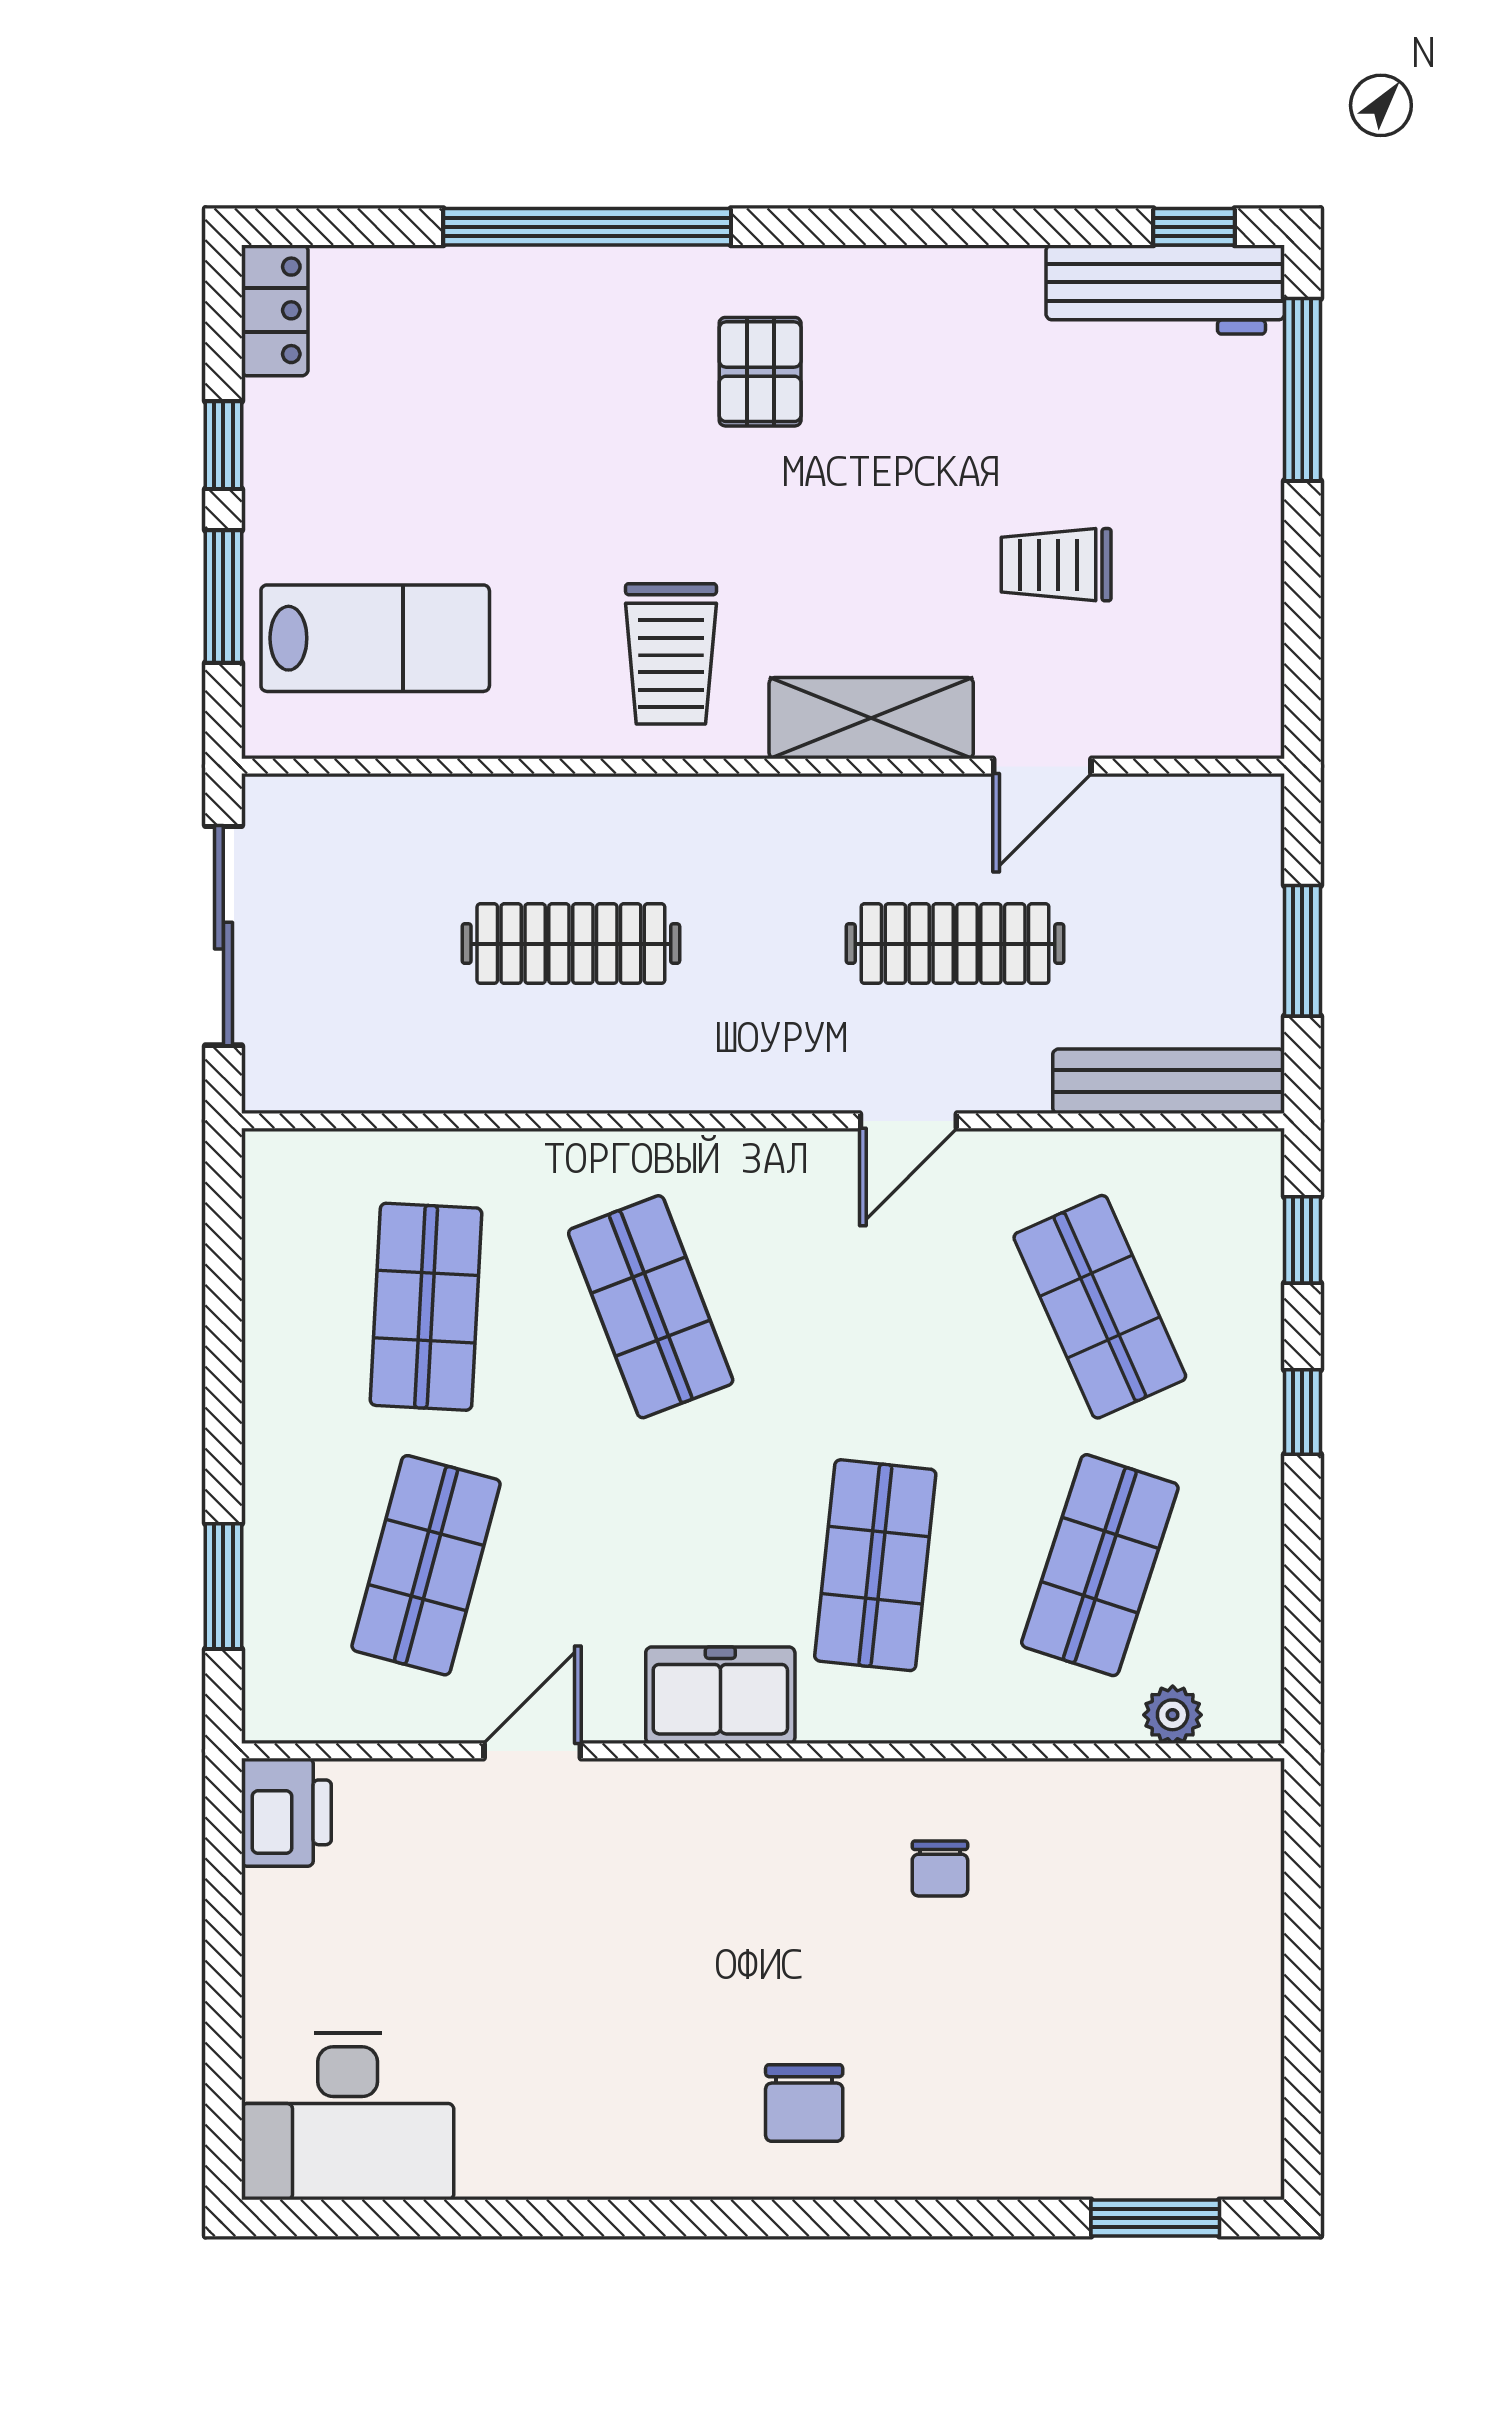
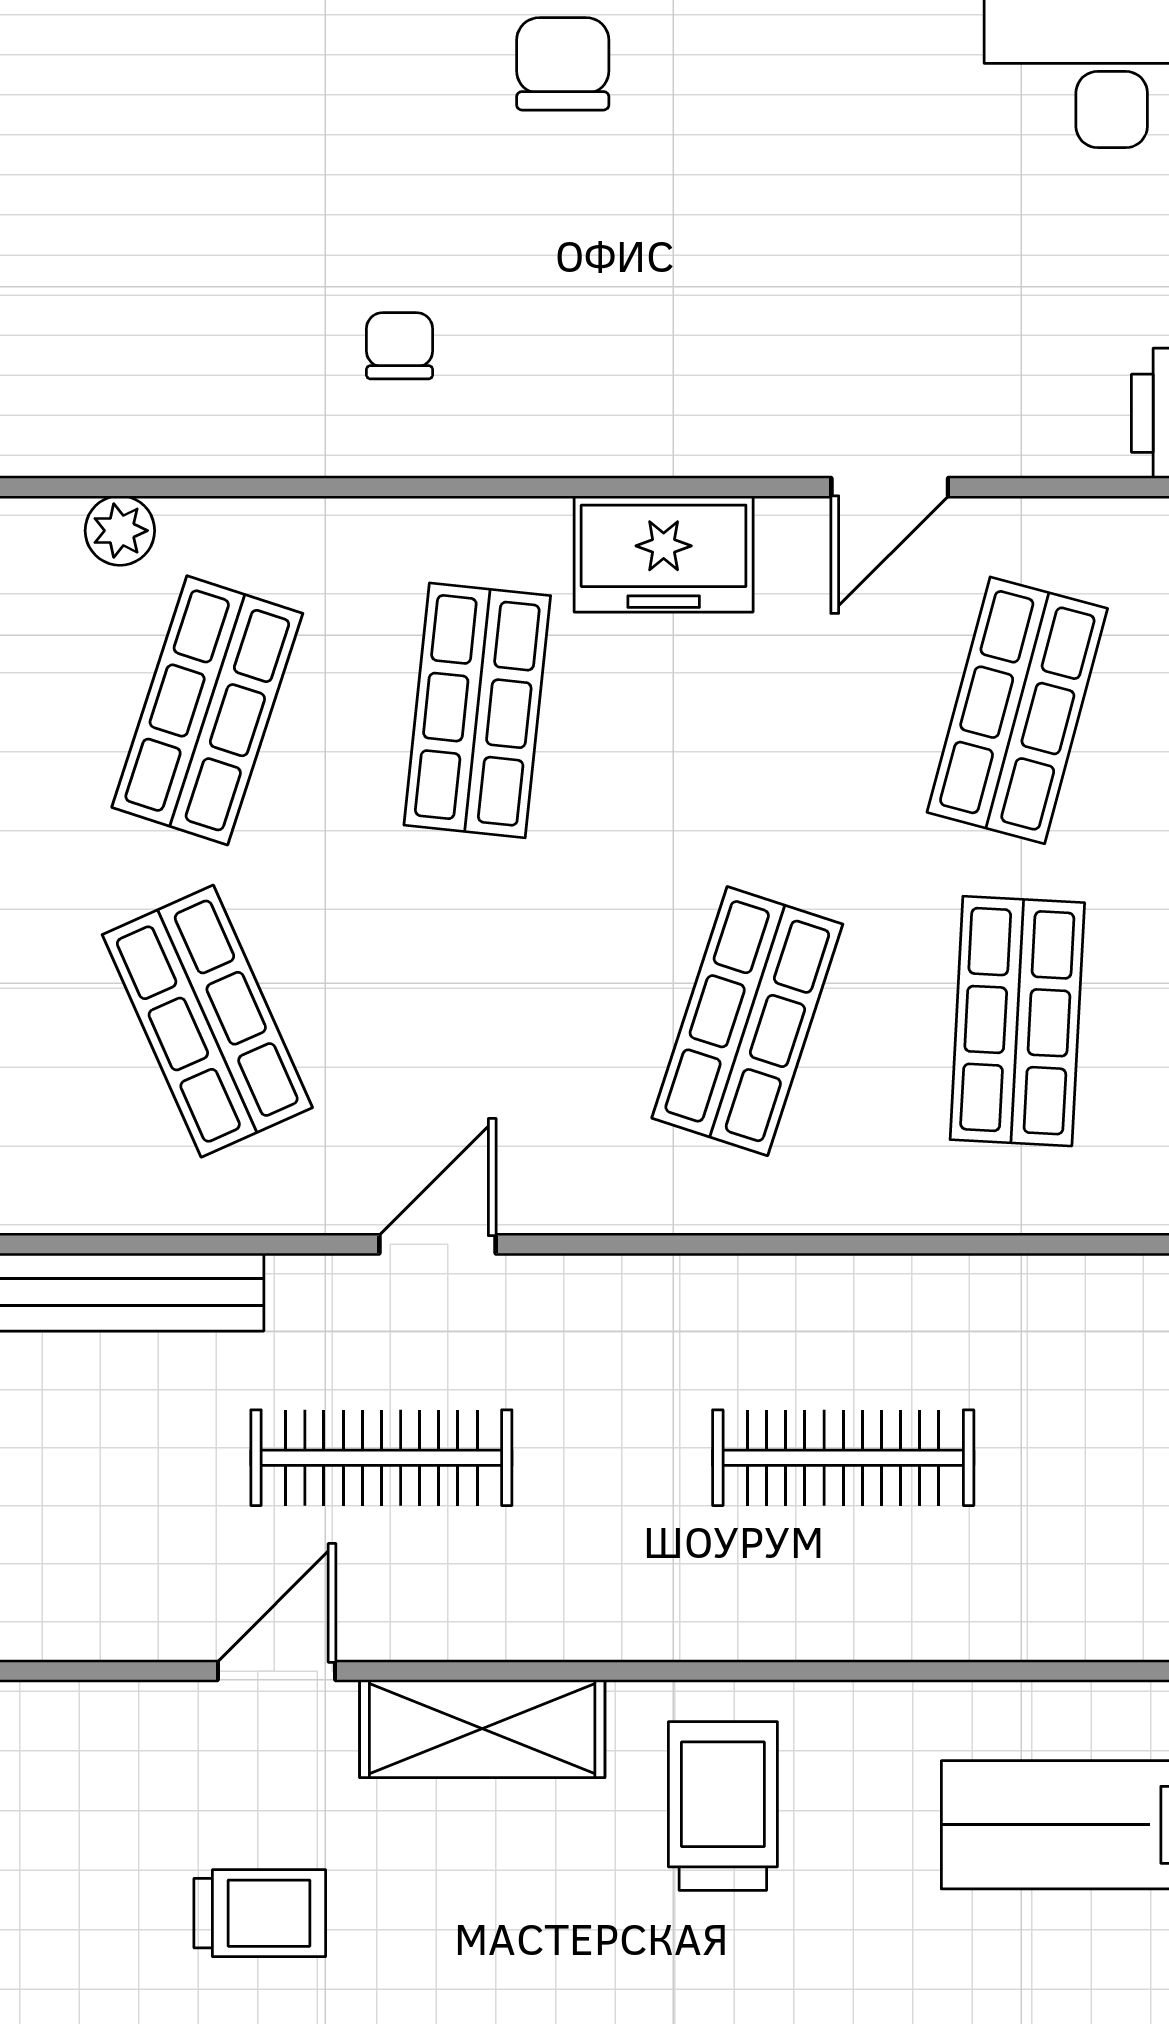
shop shelf: (651, 1307) -> (747, 1021), turned 39

